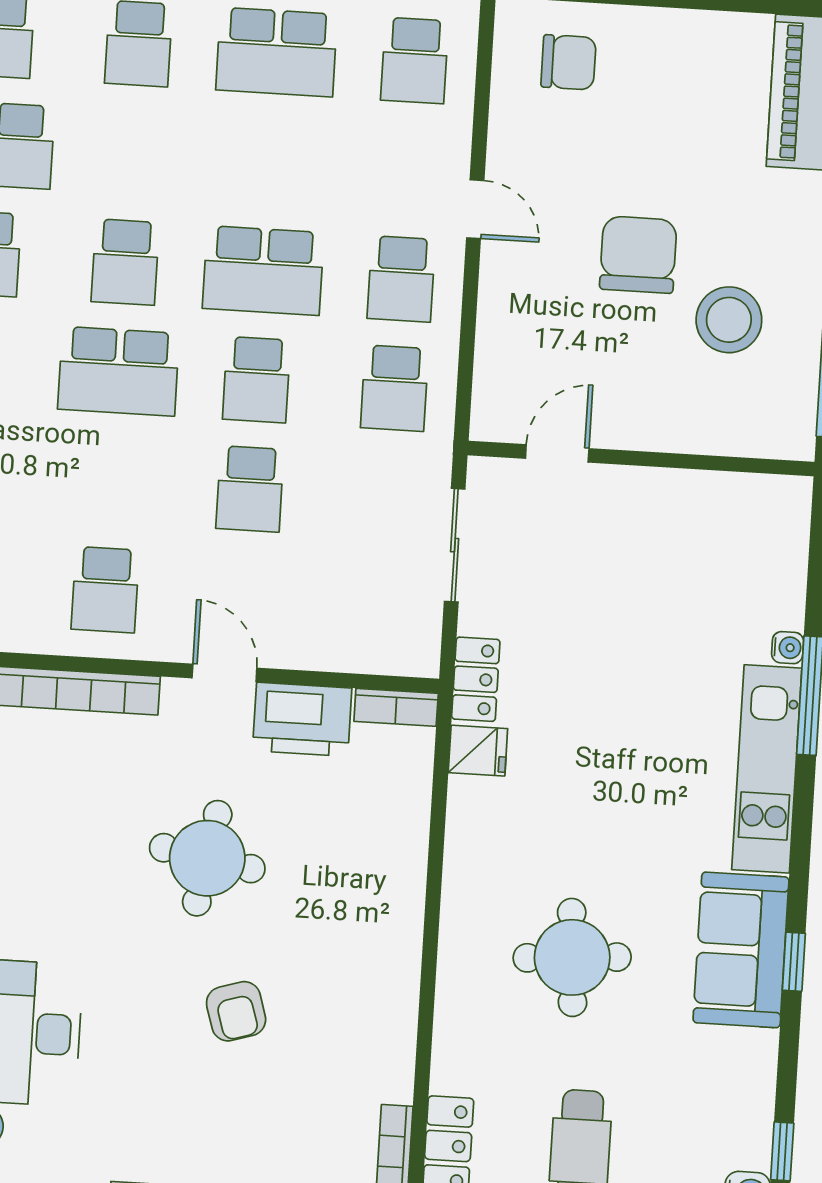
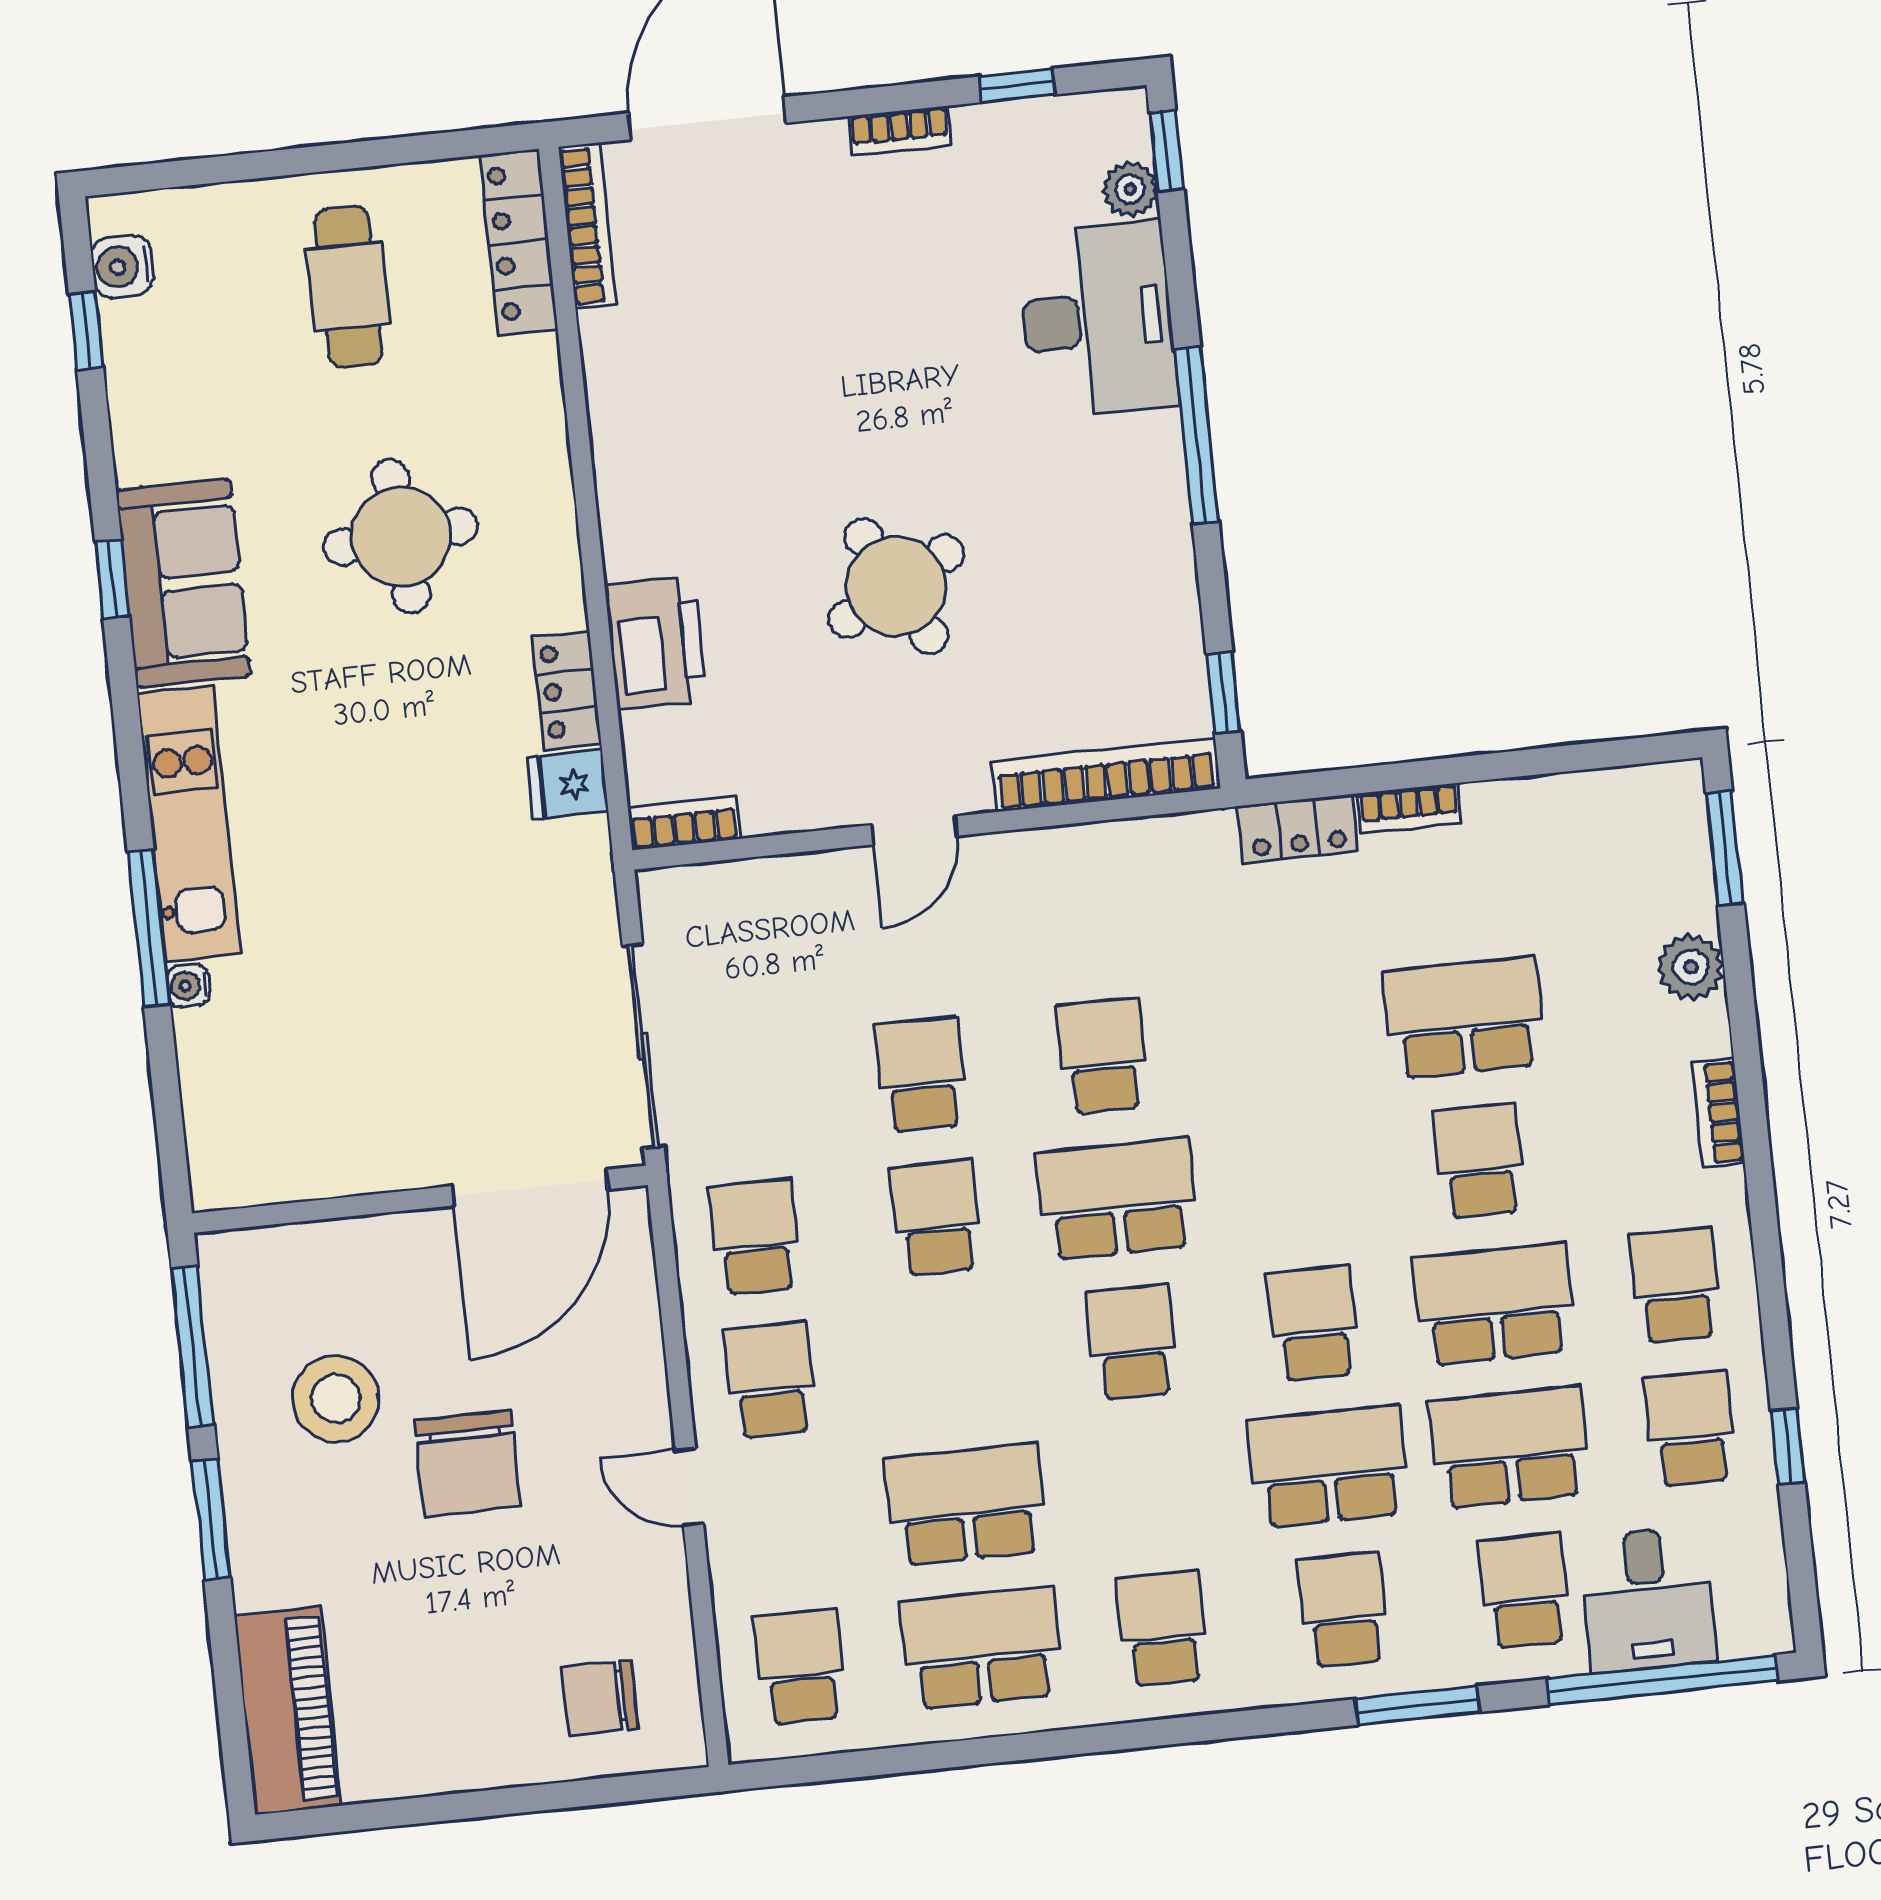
school desk: (263, 271) -> (966, 1505), moved
door: (557, 453) -> (530, 1188), width x1.88
sliding door: (455, 545) -> (643, 1046), width x1.37
school desk: (105, 590) -> (1102, 1056), moved
door: (224, 673) -> (914, 830), hinge flipped
locker: (476, 679) -> (567, 691), moved
printer: (302, 719) -> (656, 643), moved, turned 90
round table: (207, 858) -> (896, 586), turned -38
armchair: (236, 1011) -> (826, 394), removed

